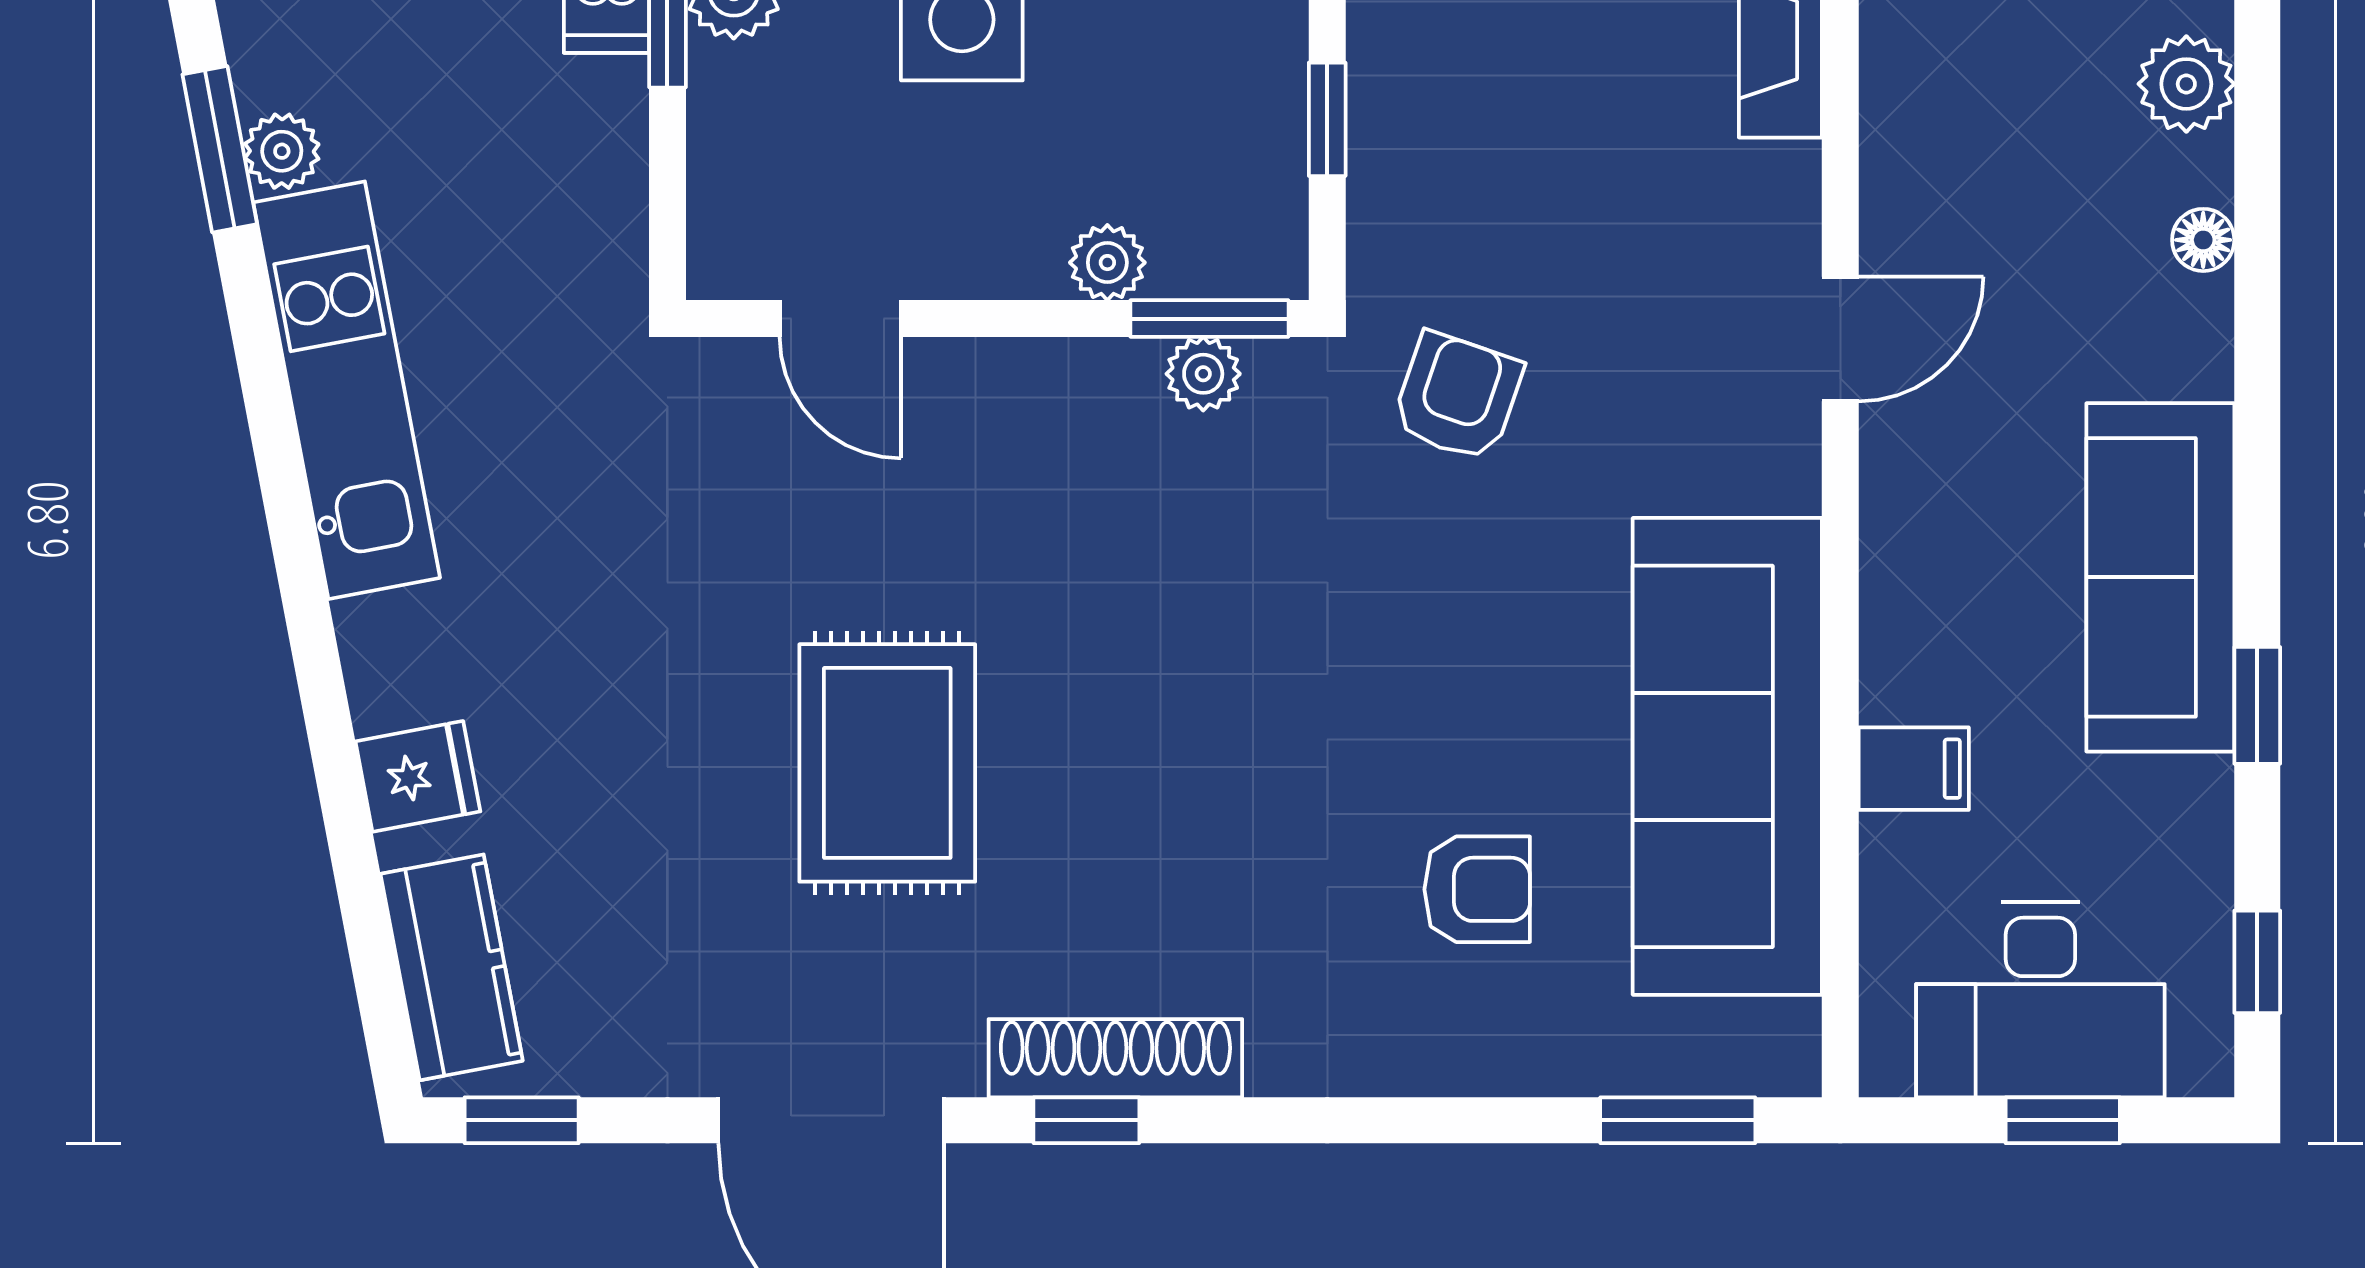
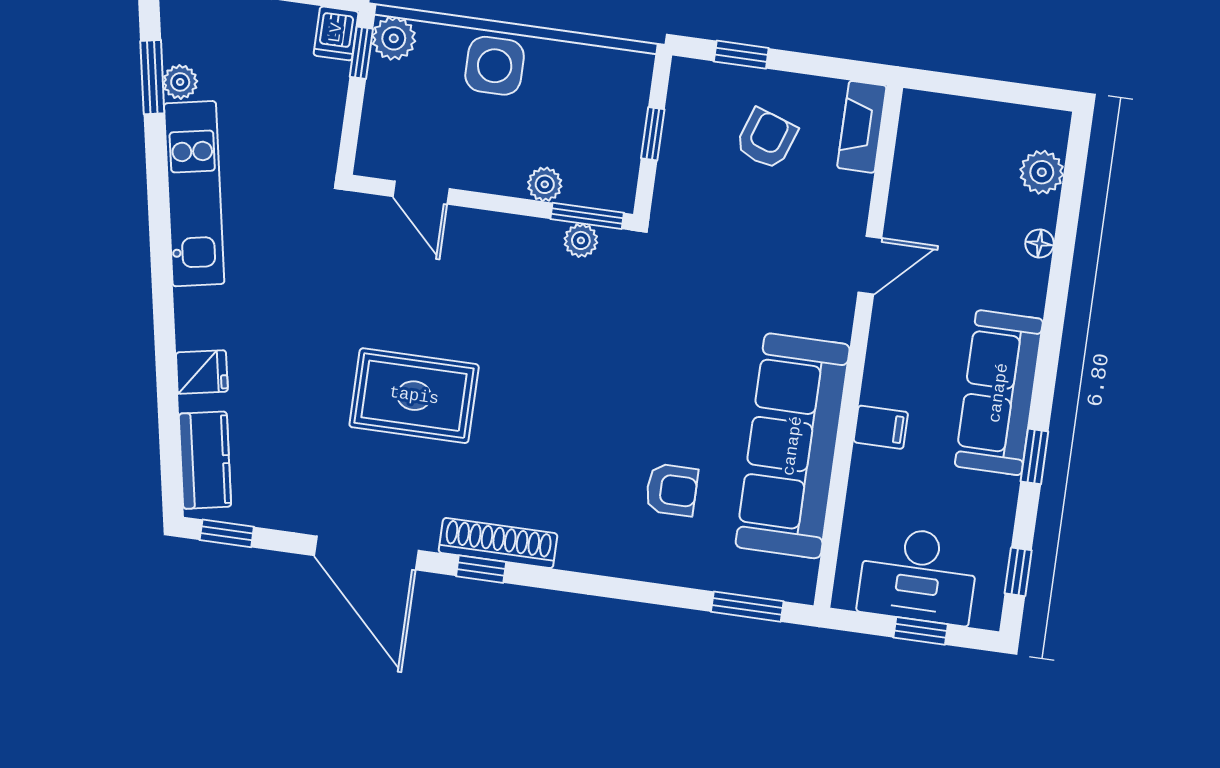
armchair: (1457, 397) -> (766, 139), moved
rug: (887, 763) -> (414, 396), turned 90
filing cabinet: (1914, 769) -> (881, 427), moved

